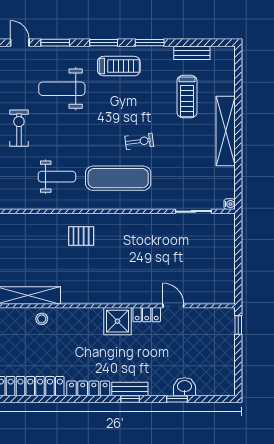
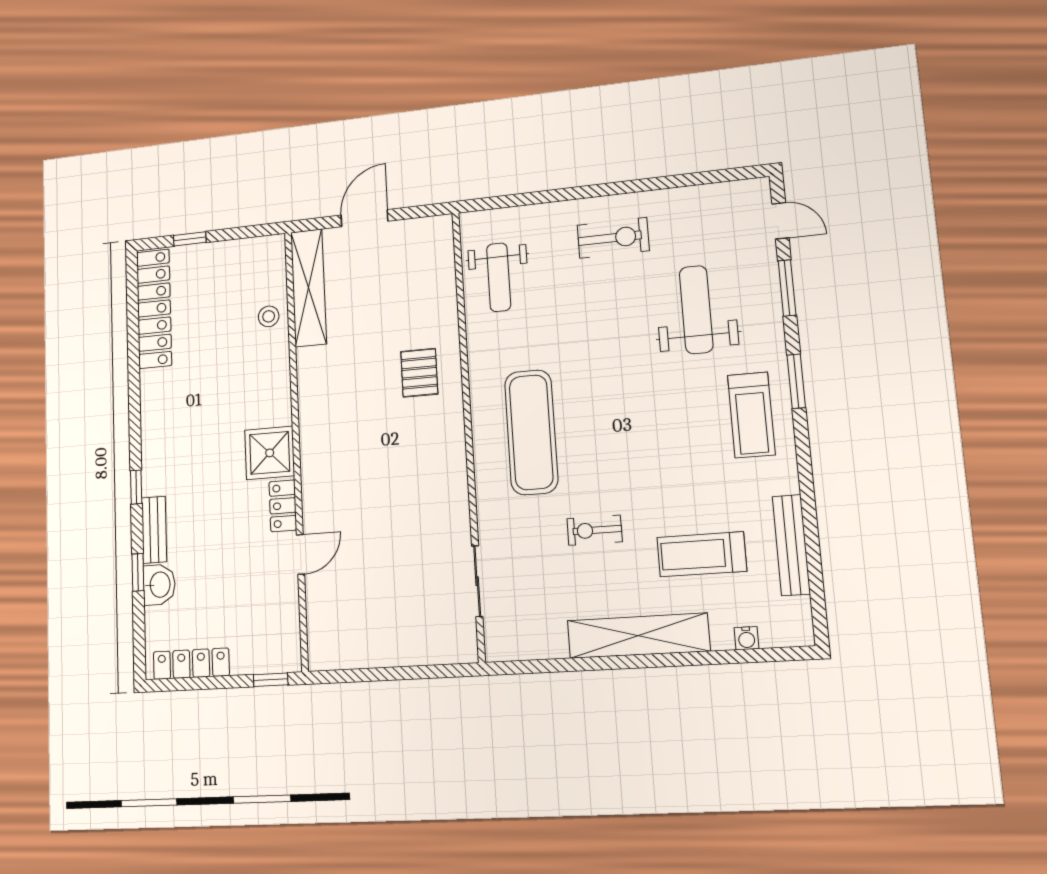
door: (20, 43) -> (780, 221), hinge flipped
window: (150, 43) -> (805, 472), removed
bench: (192, 53) -> (791, 545), width x1.36
exercise bike: (139, 141) -> (595, 530), moved, turned 97
weight bench: (57, 177) -> (499, 277), moved
water cooler: (230, 204) -> (747, 638), moved
locker: (88, 388) -> (191, 664), moved, turned -90
bench: (130, 389) -> (154, 530), moved

